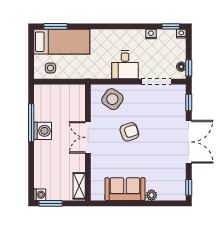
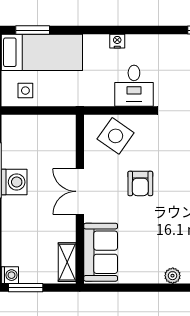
nightstand: (151, 34) -> (117, 41), moved
armchair: (129, 132) -> (140, 183), turned 109
sofa: (125, 189) -> (101, 252), moved, turned 90

